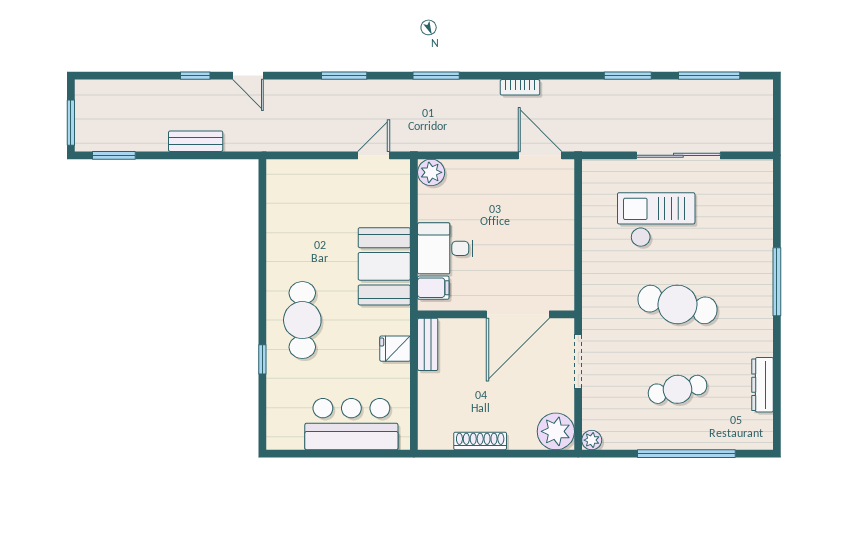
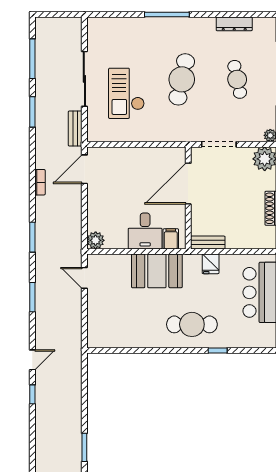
bench: (196, 141) -> (75, 128), moved
door: (518, 314) -> (188, 184), swing flipped

